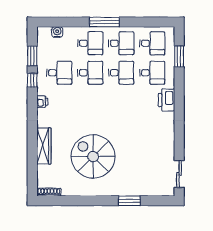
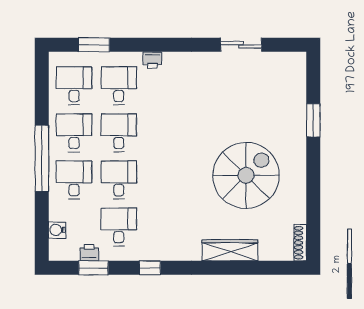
window: (104, 22) -> (42, 158), width x1.46
window: (32, 80) -> (150, 268), moved
printer: (167, 100) -> (152, 60), width x0.53, depth x0.68
printer: (42, 102) -> (89, 253), moved
spiral stairs: (93, 156) -> (246, 175), turned 180
sliding door: (179, 174) -> (241, 45), moved

